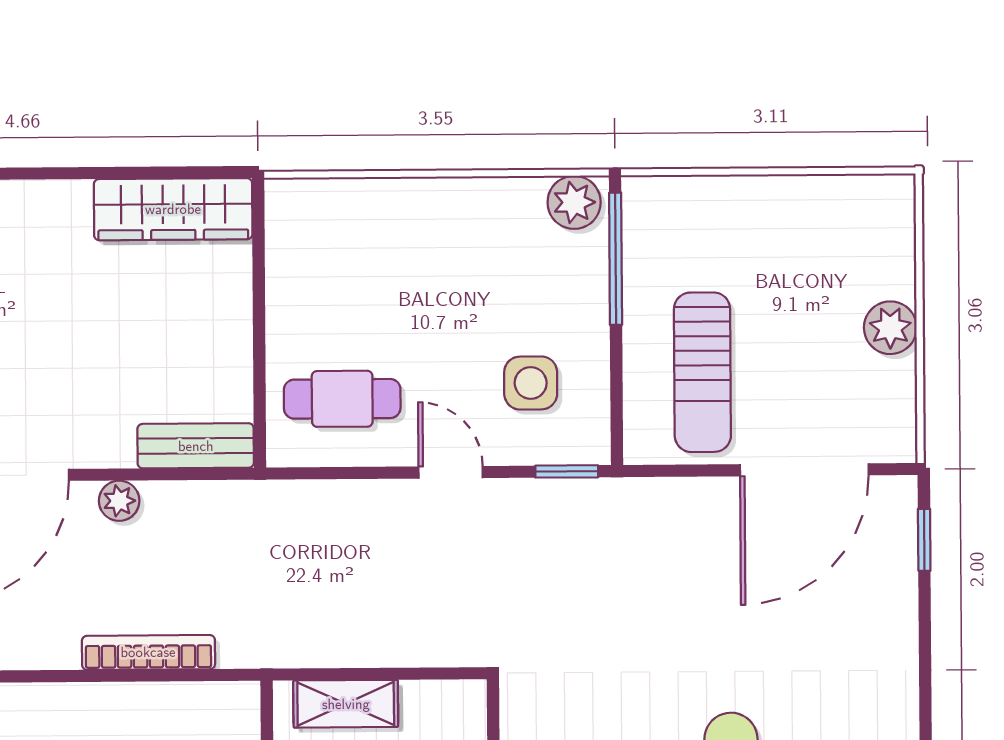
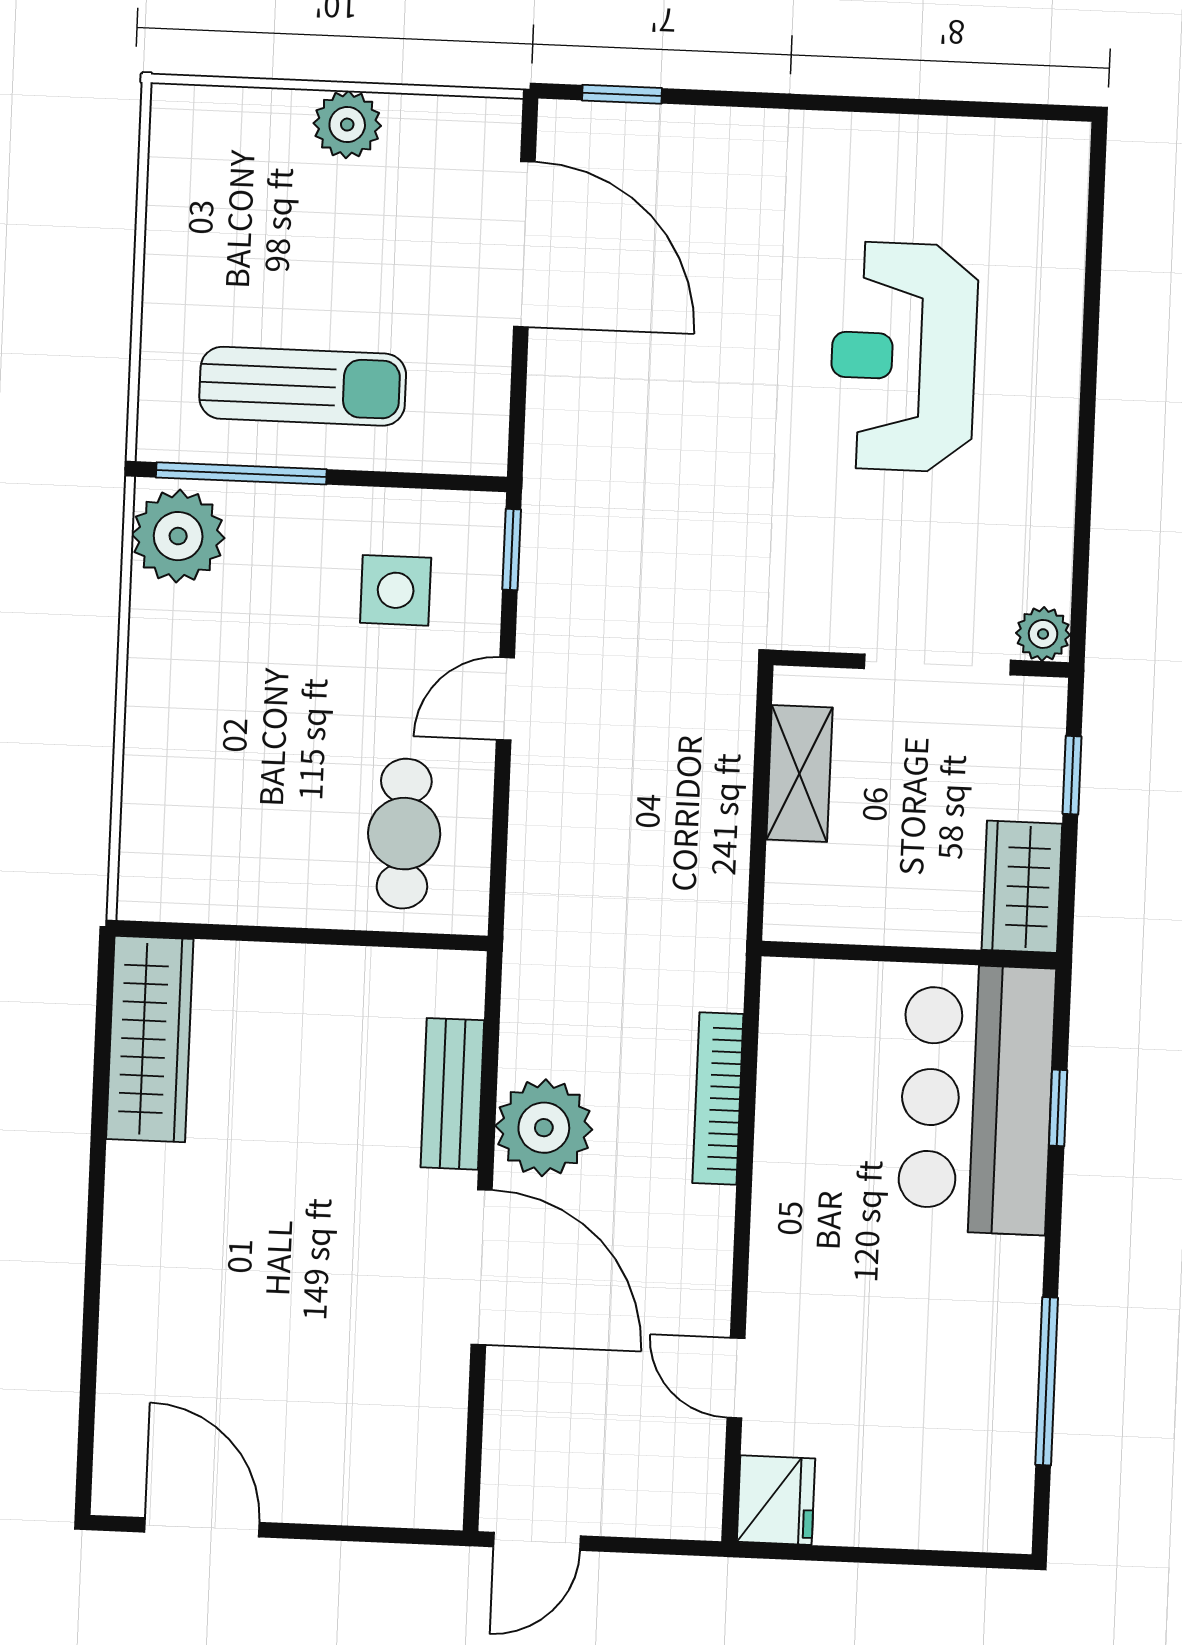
plant: (574, 202) -> (178, 536), width x1.36, depth x1.36
sun lounger: (702, 372) -> (303, 386), moved
bench: (196, 446) -> (452, 1094), moved
plant: (119, 501) -> (544, 1128), width x1.88, depth x1.88
shelving: (346, 704) -> (799, 773), moved

